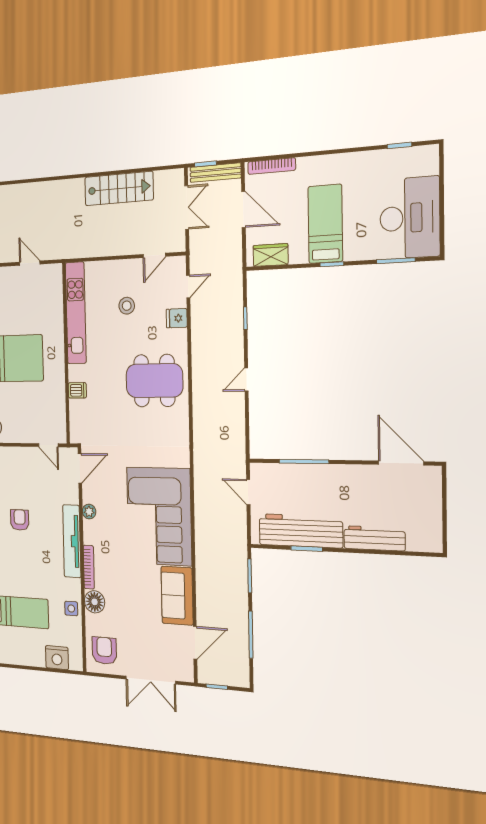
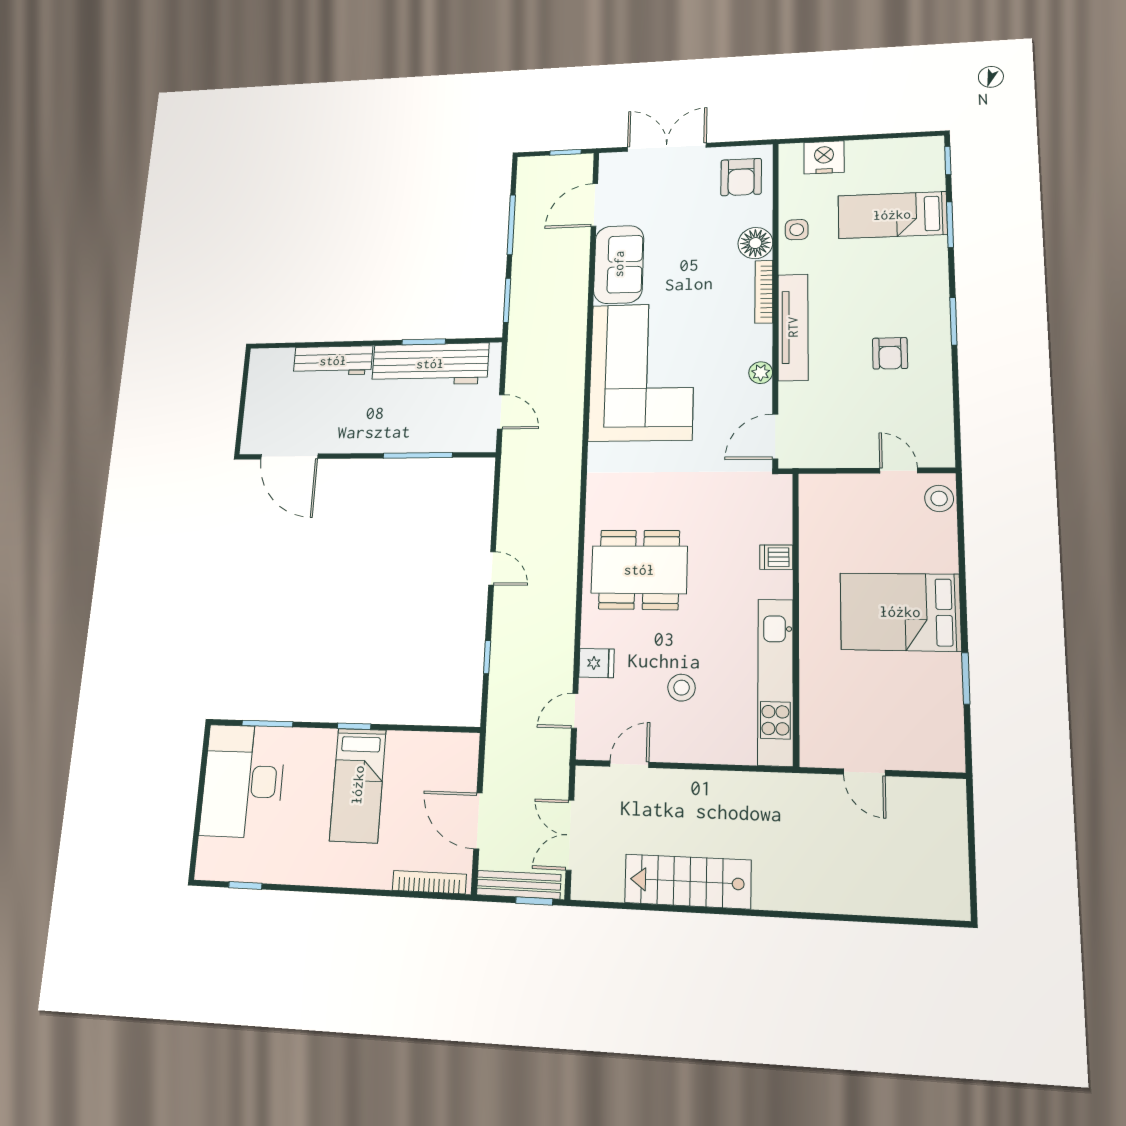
wardrobe: (271, 255) -> (442, 747), removed
door: (246, 379) -> (492, 568), hinge flipped
door: (48, 445) -> (899, 471), moved

